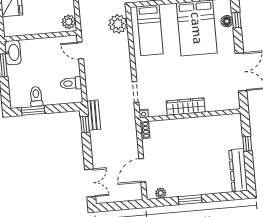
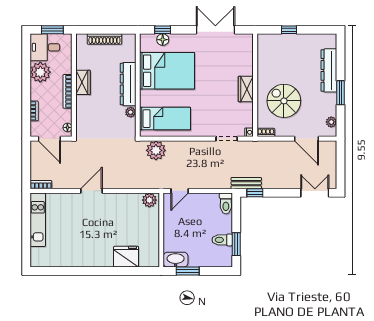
toilet: (71, 83) -> (226, 203), moved
wardrobe: (186, 107) -> (246, 89), width x0.67
spiral stairs: (177, 145) -> (284, 101), added
dresser: (238, 170) -> (329, 70), moved, turned 90

